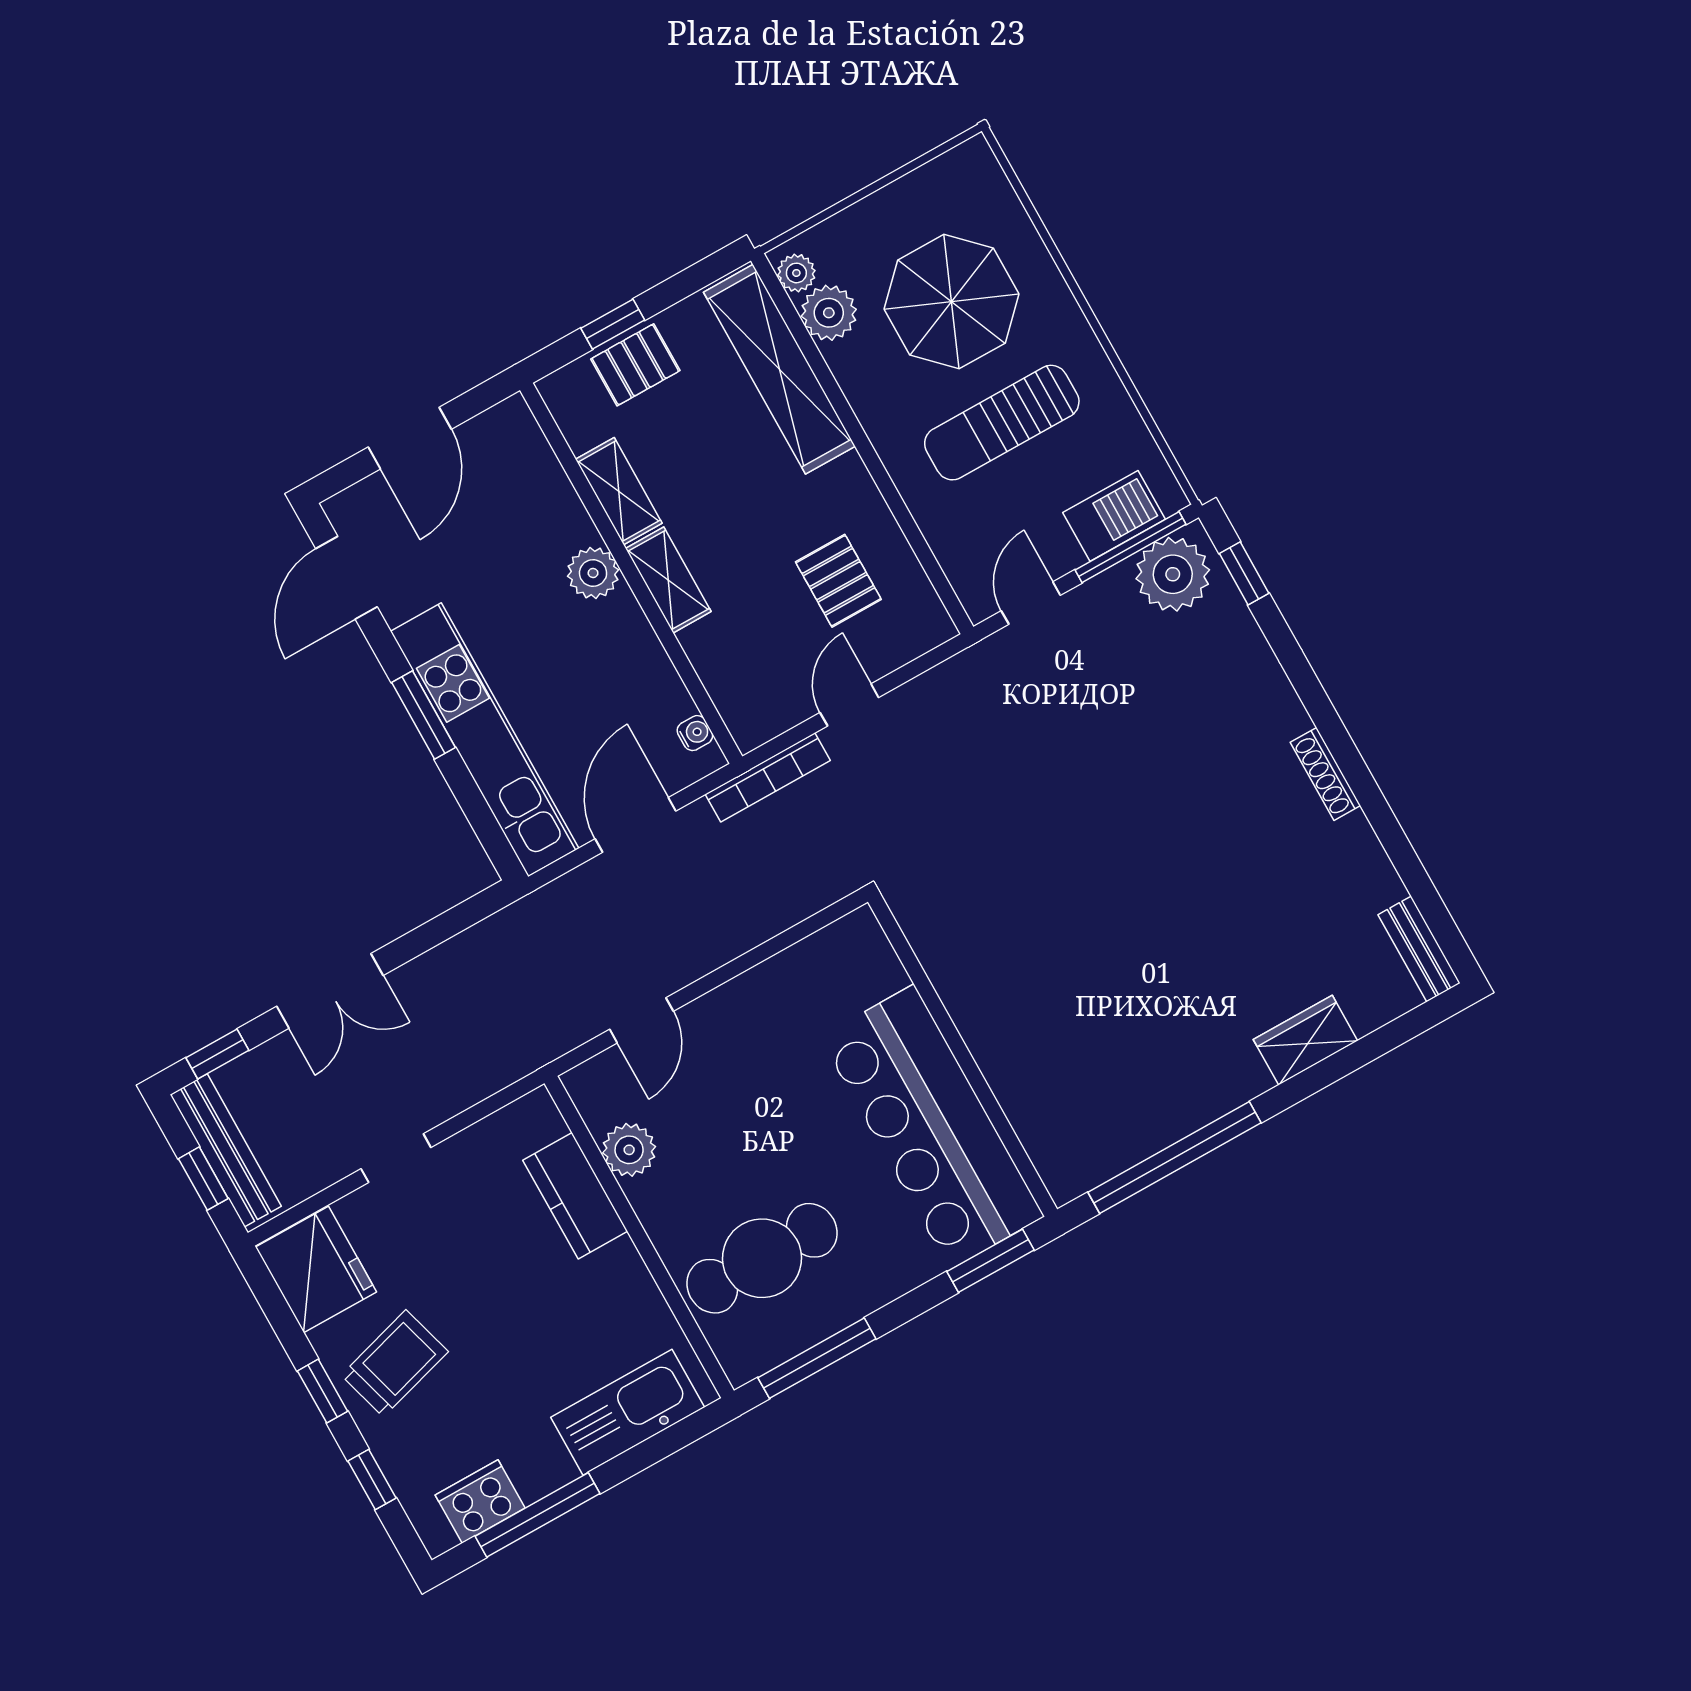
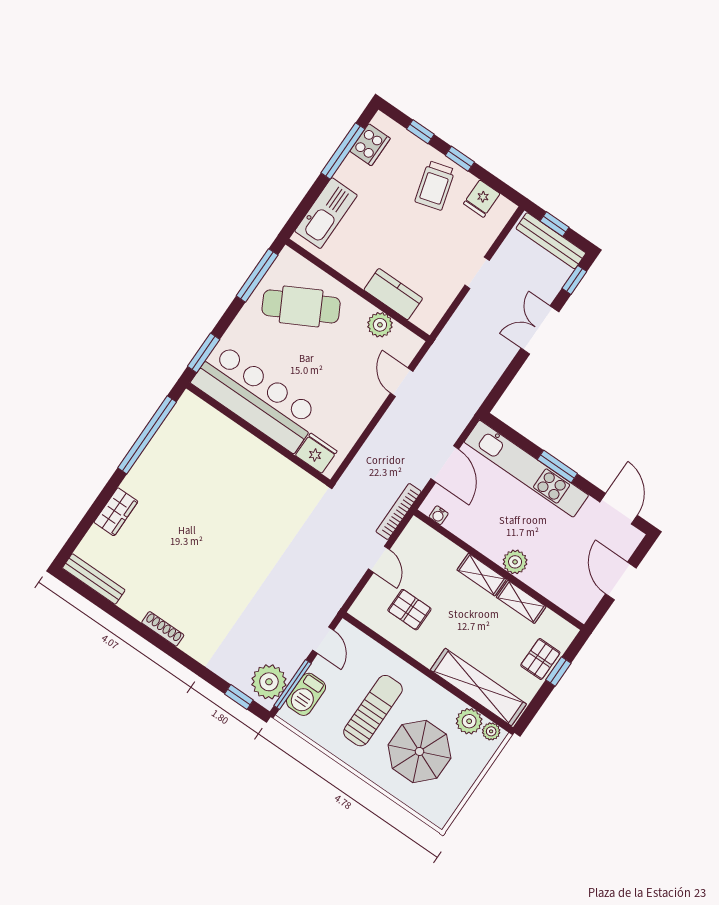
bench: (1419, 949) -> (94, 579), width x1.36
fridge: (870, 965) -> (316, 453), added
cafe table: (762, 1258) -> (301, 306), turned 62
fridge: (316, 1270) -> (482, 199), width x0.53, depth x0.75

